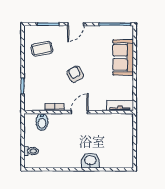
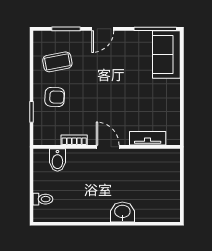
sofa: (123, 57) -> (166, 55), moved
armchair: (75, 74) -> (55, 97), moved, turned 121
tv unit: (120, 106) -> (148, 138), moved
door: (79, 112) -> (108, 147), hinge flipped

